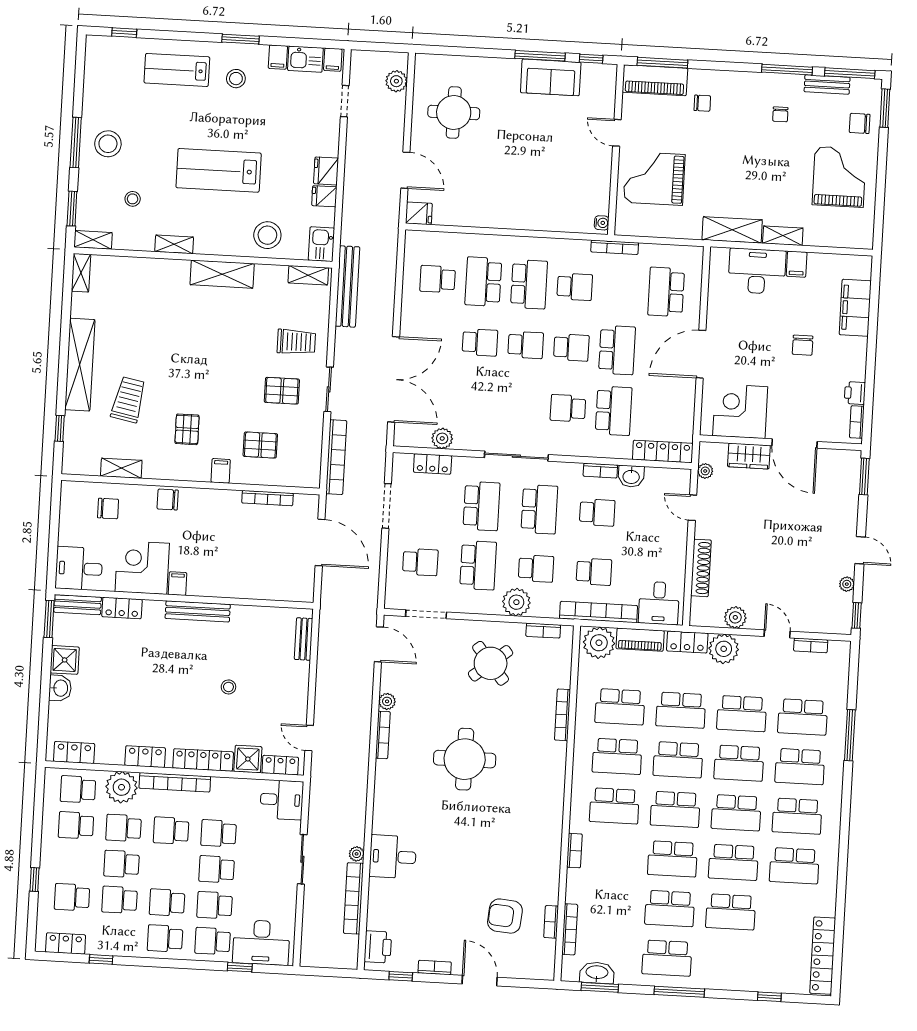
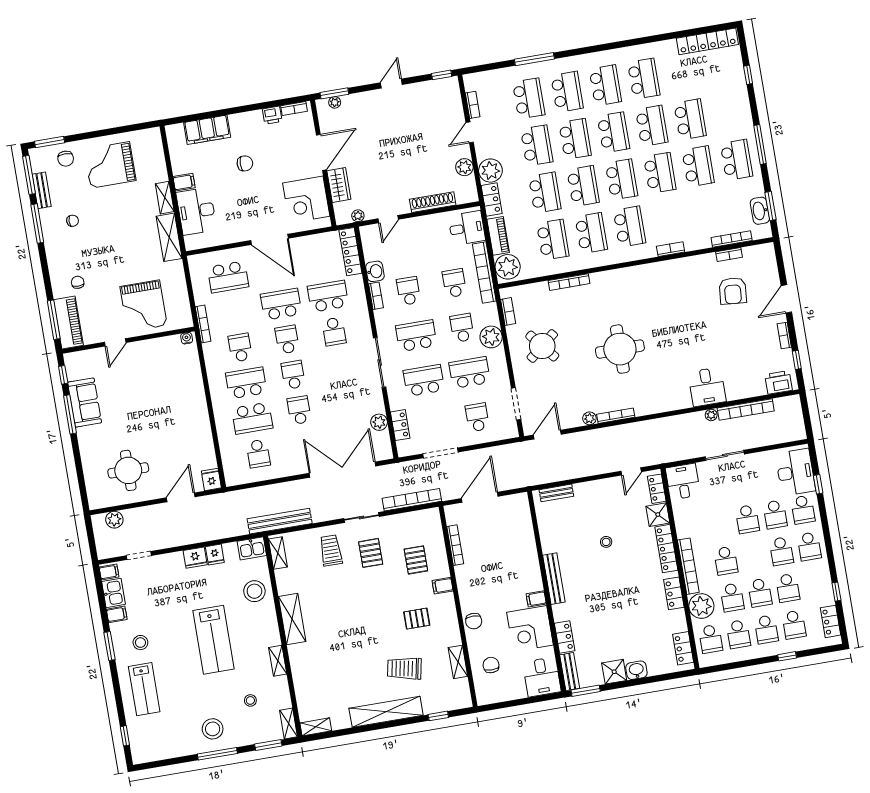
plant: (847, 584) -> (335, 102), moved
school desk: (219, 833) -> (766, 629), moved

